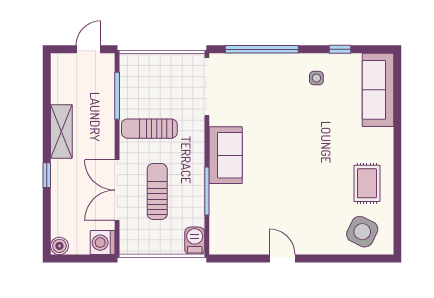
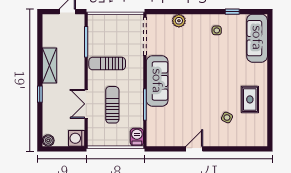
window: (262, 49) -> (181, 12), removed
plant: (259, 63) -> (179, 21), added
sofa: (226, 155) -> (157, 81), width x1.36
double door: (117, 190) -> (86, 104), width x0.73
side table: (362, 232) -> (227, 117), moved, width x0.54, depth x0.54
door: (282, 259) -> (194, 149), hinge flipped

